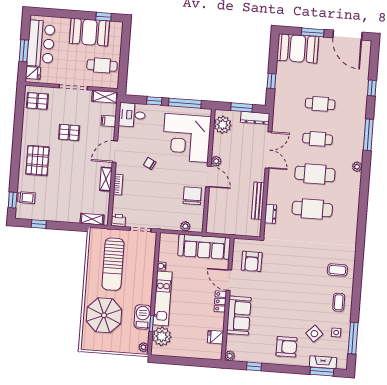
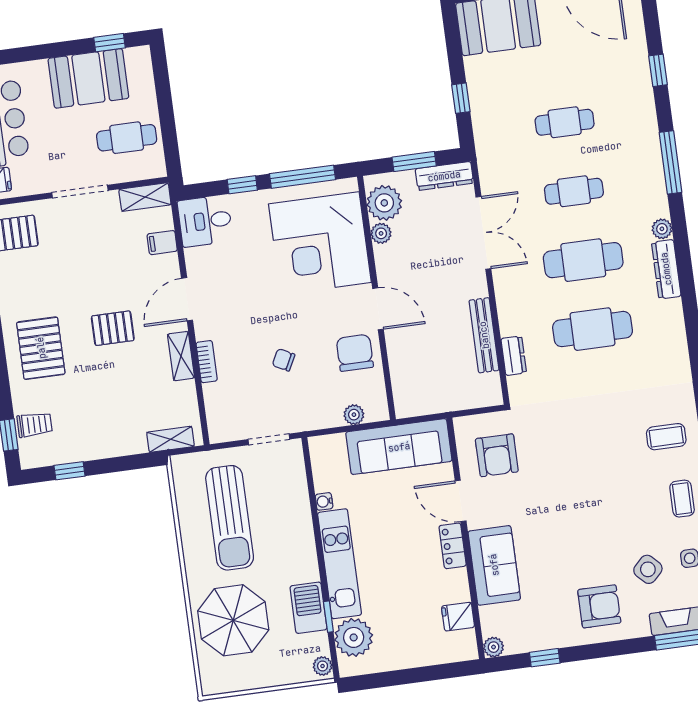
pallet: (69, 132) -> (113, 328), moved
plant: (216, 161) -> (381, 233), moved
chair: (150, 163) -> (284, 360), moved
dresser: (355, 187) -> (666, 269), added
printer: (119, 220) -> (222, 431), removed

